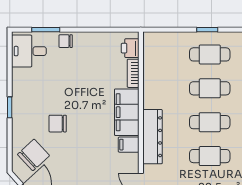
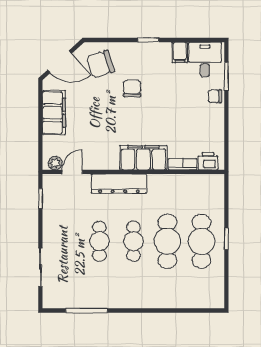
chair: (66, 41) -> (215, 96), turned -90
cafe table: (210, 54) -> (202, 241), width x1.37, depth x1.35
cafe table: (210, 88) -> (167, 241), width x1.37, depth x1.35
filing cabinet: (129, 145) -> (180, 52), moved, turned 180
chair: (33, 155) -> (101, 64), turned 115

